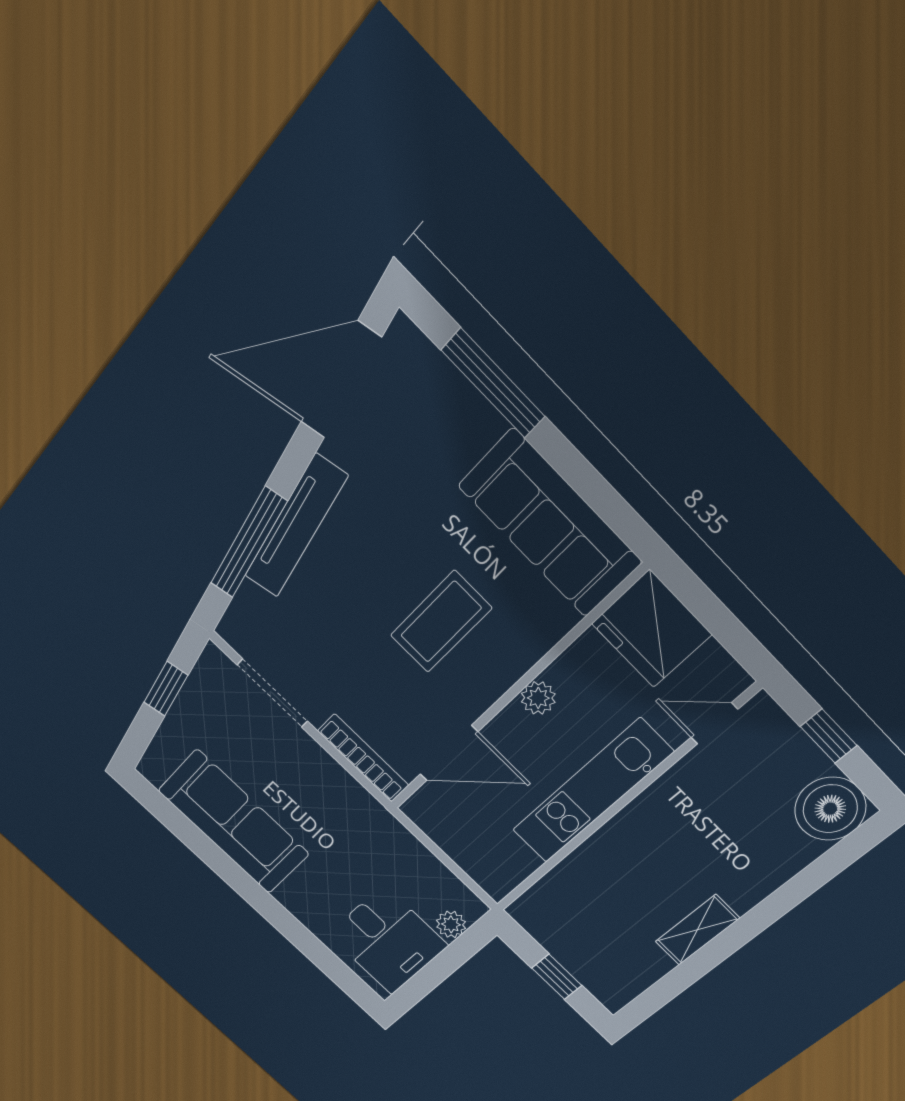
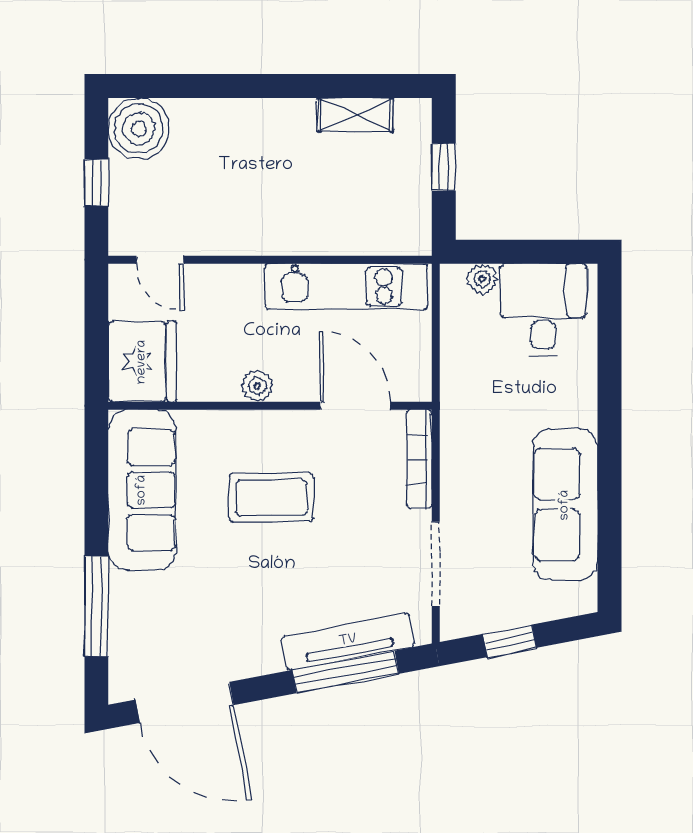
tv unit: (296, 526) -> (348, 641), moved
kitchen unit: (592, 792) -> (347, 287), moved
shelving: (697, 930) -> (355, 115), moved

